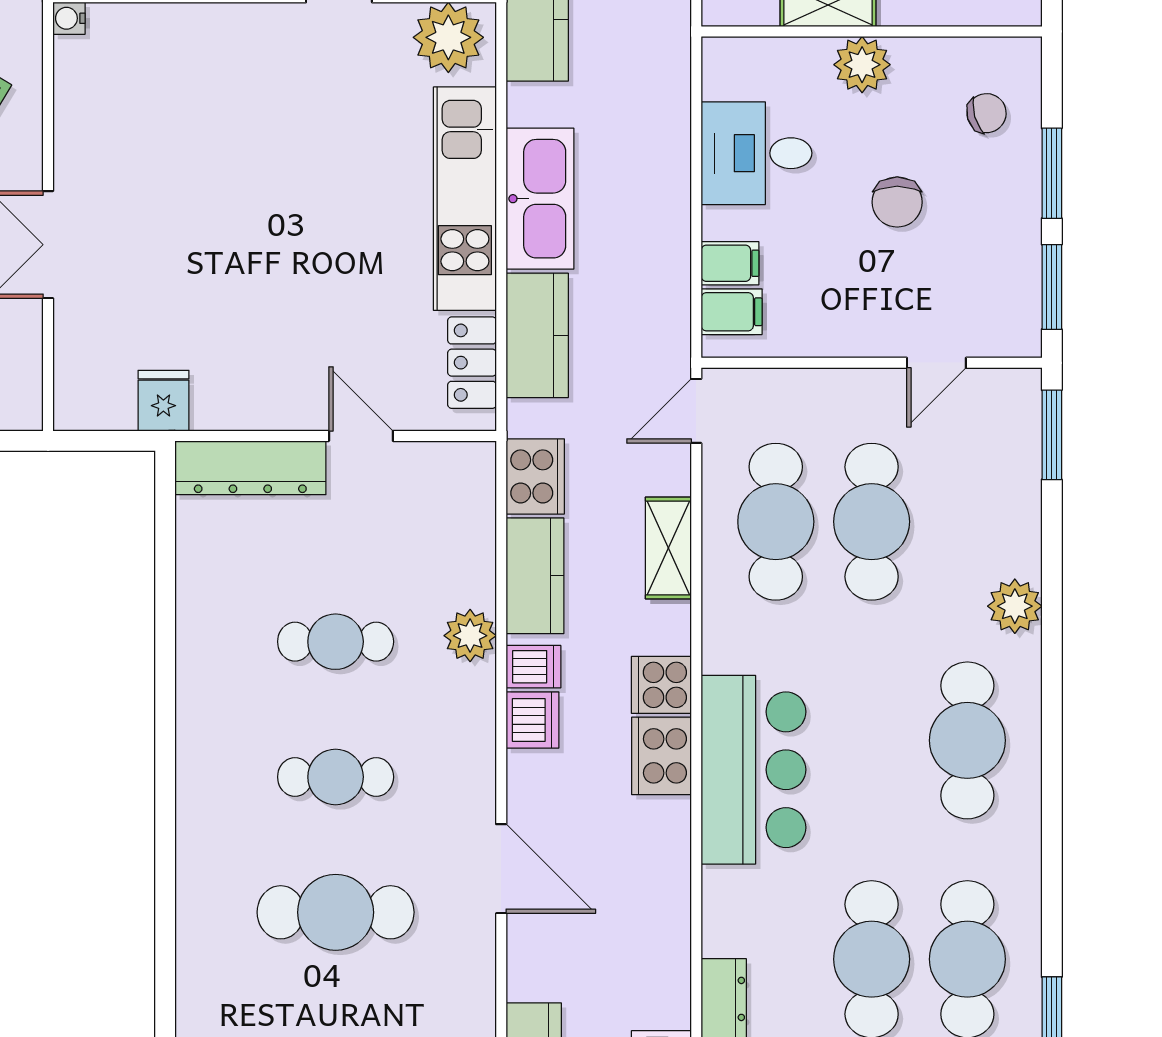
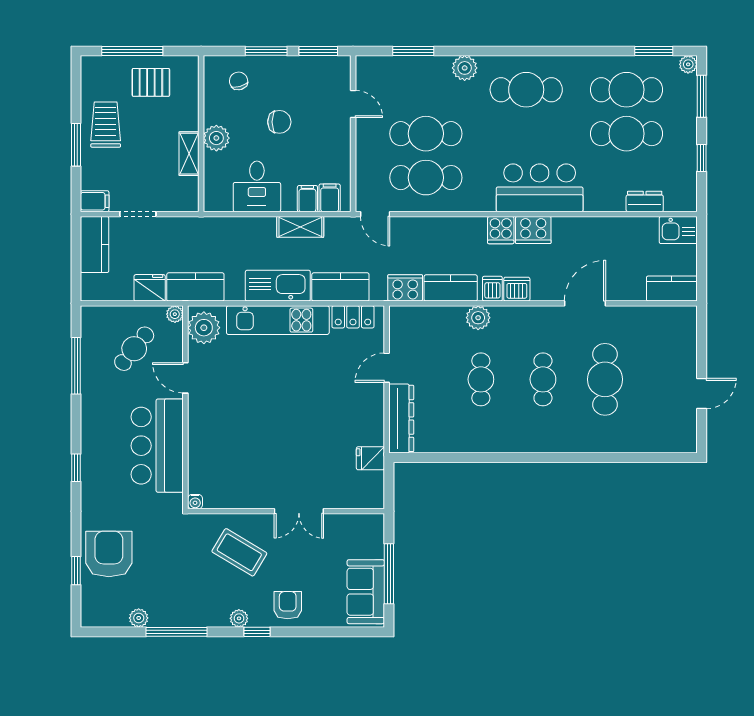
window: (1052, 435) -> (413, 51), moved
shelving: (668, 548) -> (300, 227), moved

